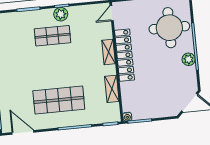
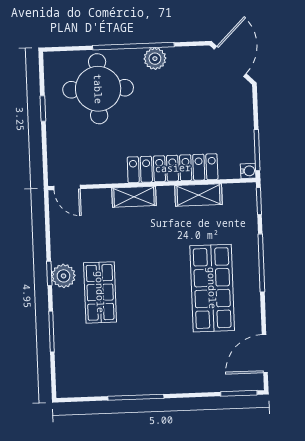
locker: (125, 55) -> (173, 168), moved

